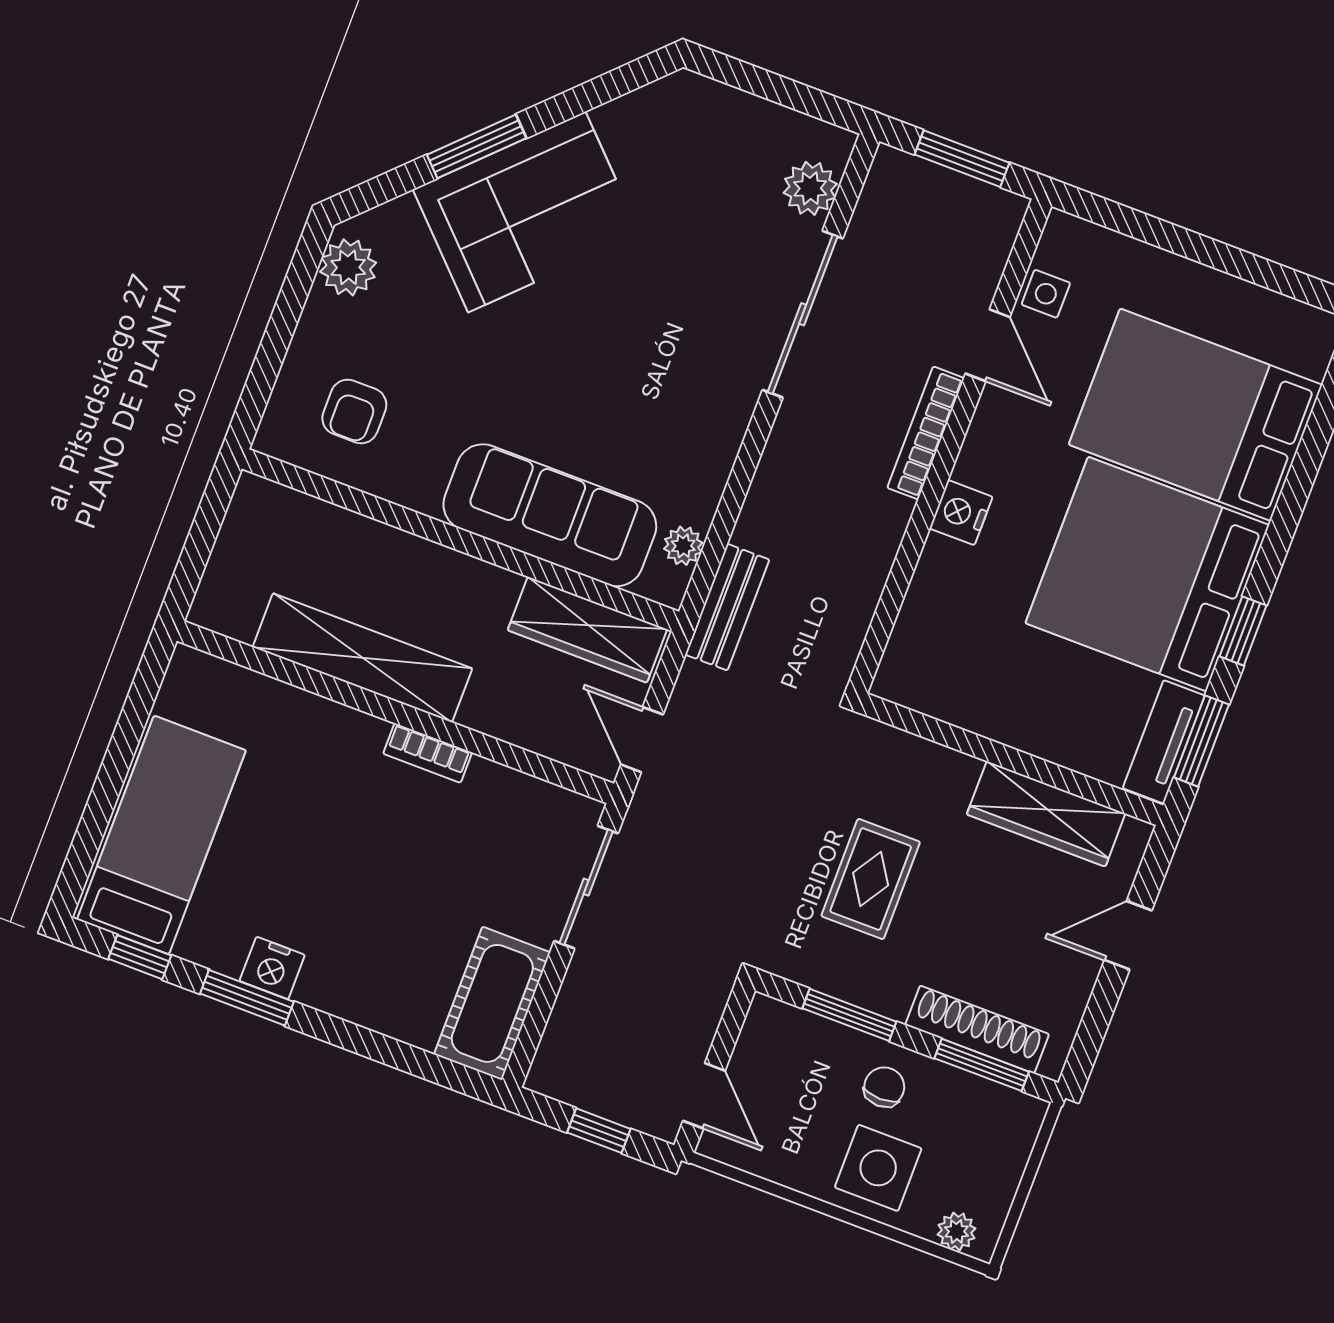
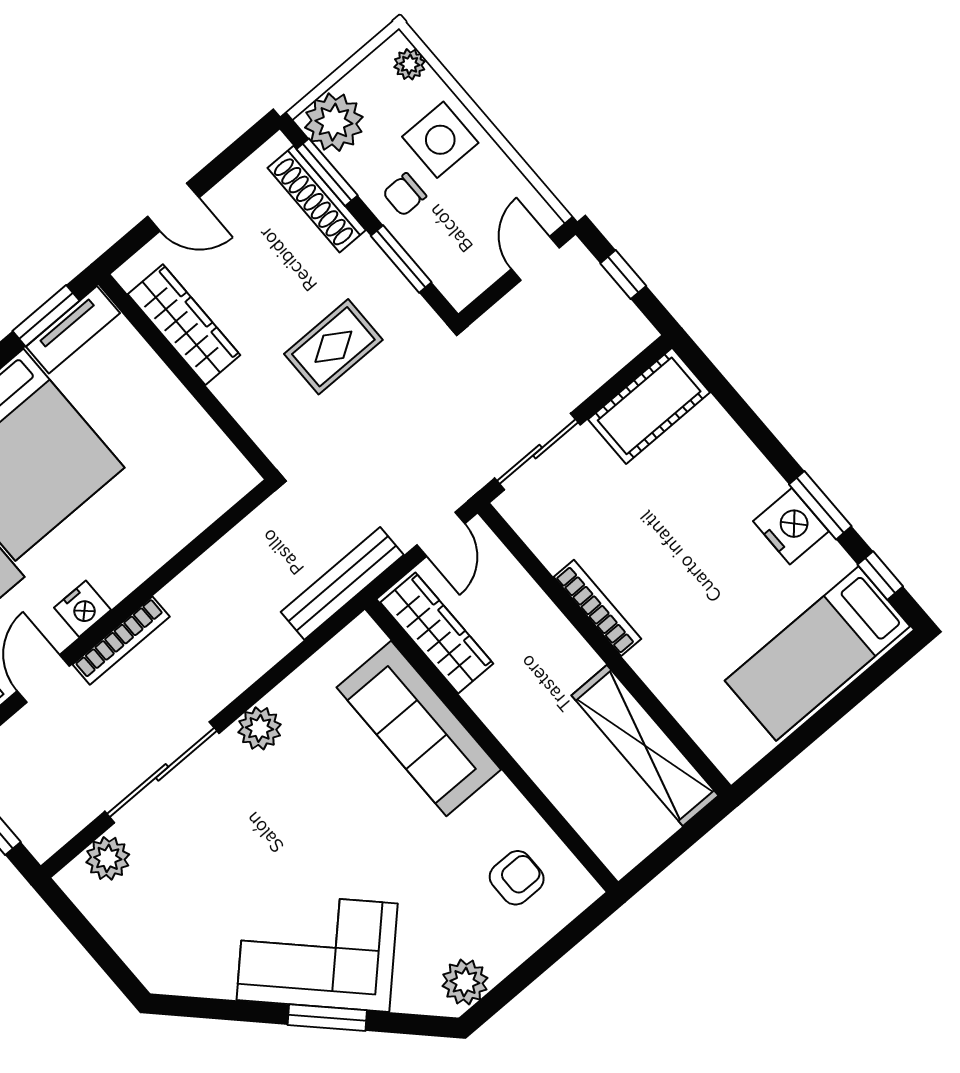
nightstand: (961, 513) -> (82, 609), moved
plant: (683, 546) -> (260, 728), moved, width x1.38, depth x1.38
bench: (727, 607) -> (342, 583), width x1.36
shelving: (362, 658) -> (645, 746), moved
bookcase: (428, 753) -> (597, 608), width x1.56
nightstand: (272, 968) -> (791, 526), width x1.36, depth x1.33
plant: (1004, 1123) -> (334, 122), added

